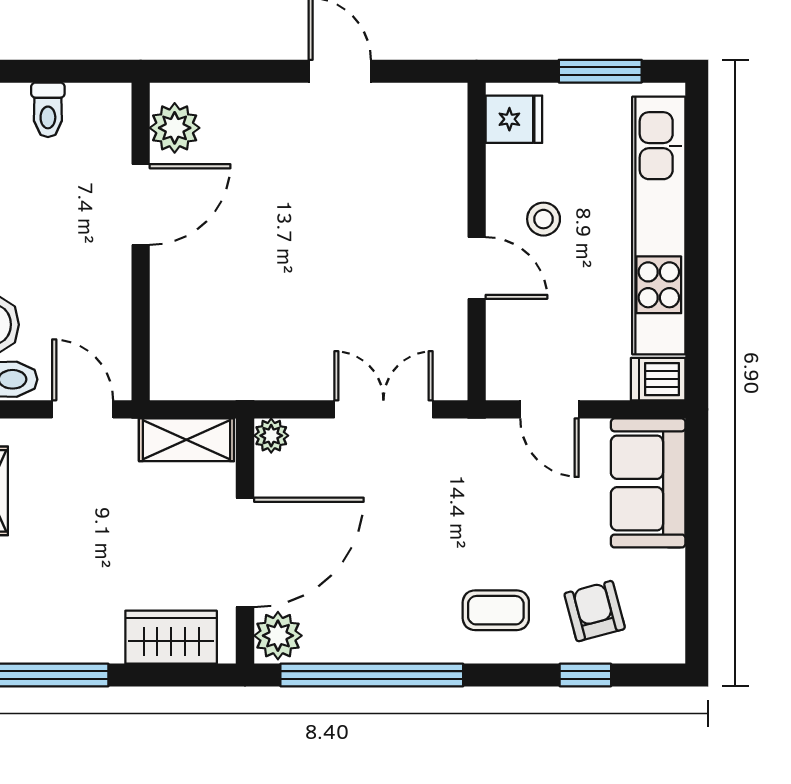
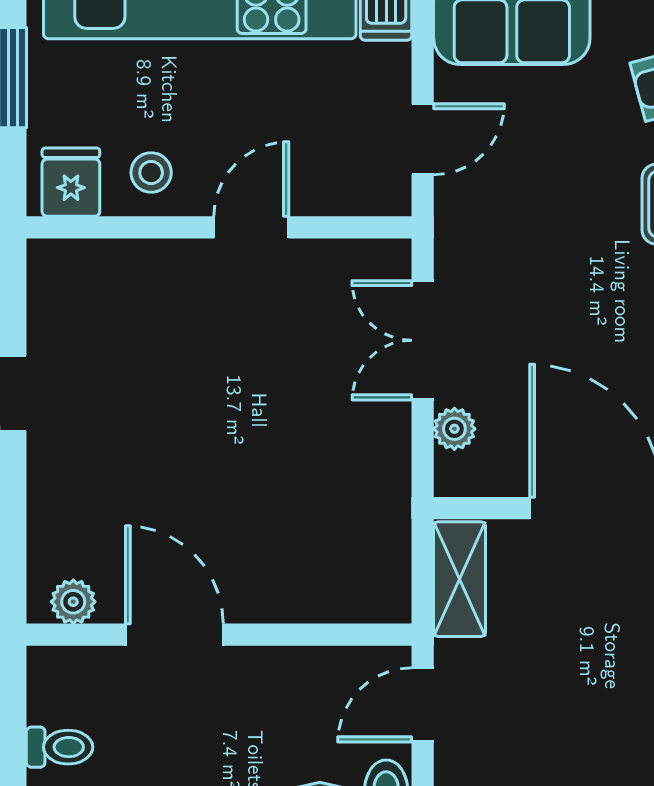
plant: (175, 128) -> (73, 602), width x0.73, depth x0.73
stool: (544, 219) -> (151, 173), moved
plant: (271, 436) -> (454, 429), moved

